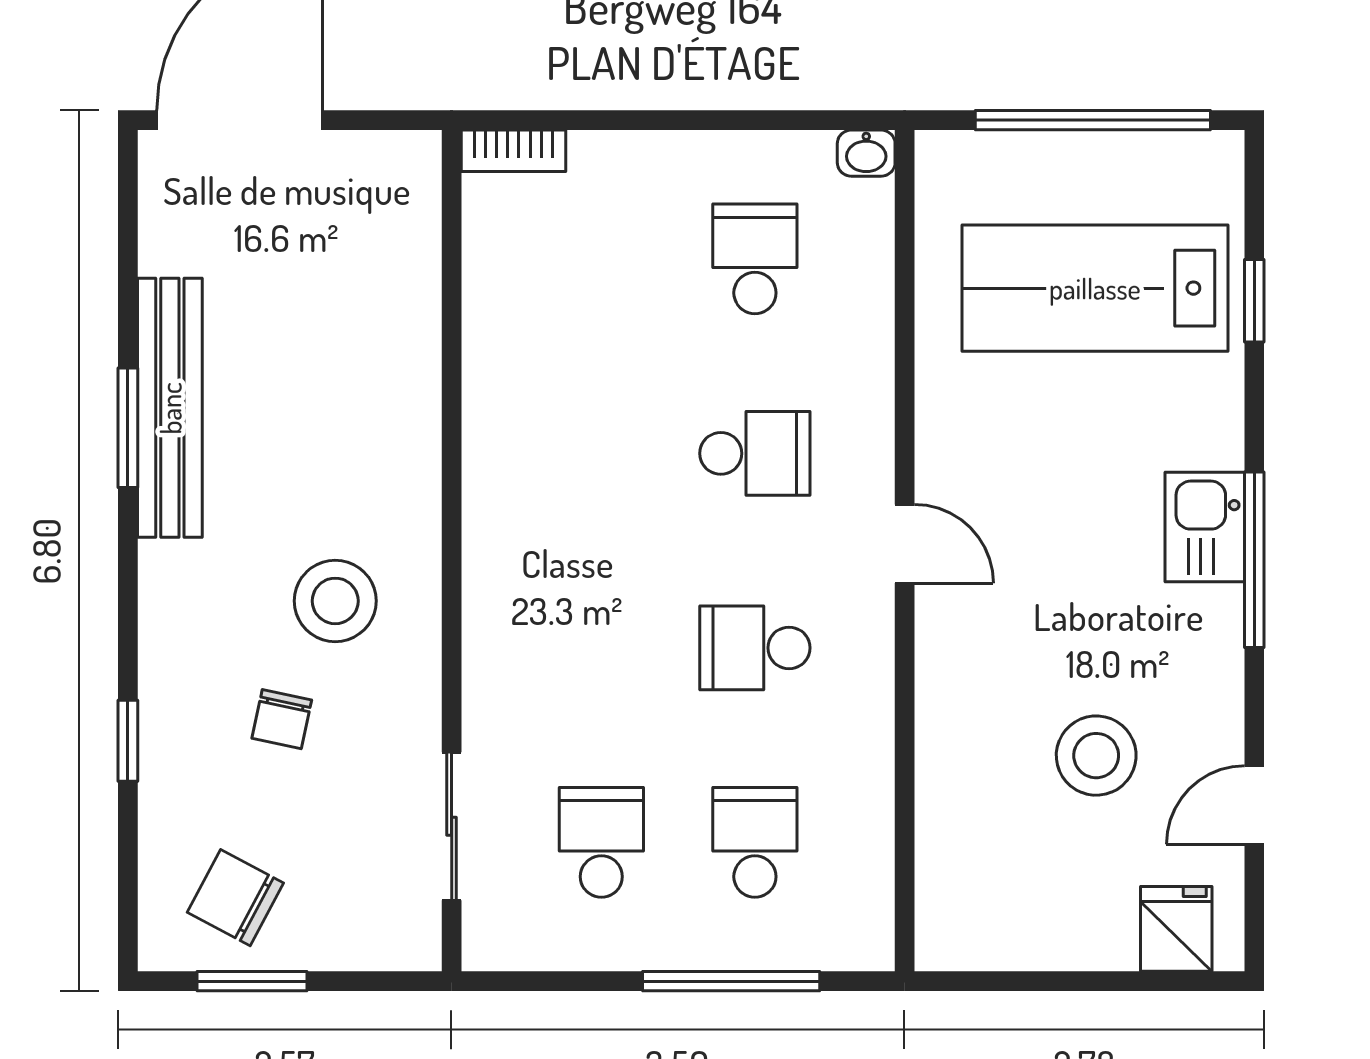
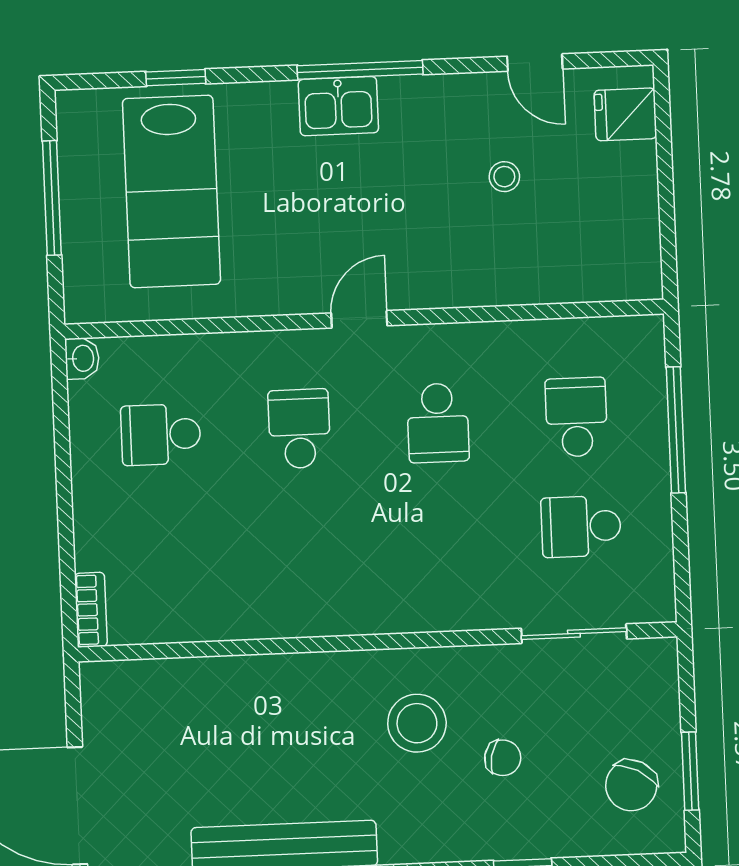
window: (1093, 120) -> (52, 198), width x0.68
stool: (1096, 756) -> (504, 177), width x0.53, depth x0.53
school desk: (755, 842) -> (576, 417), turned 90

